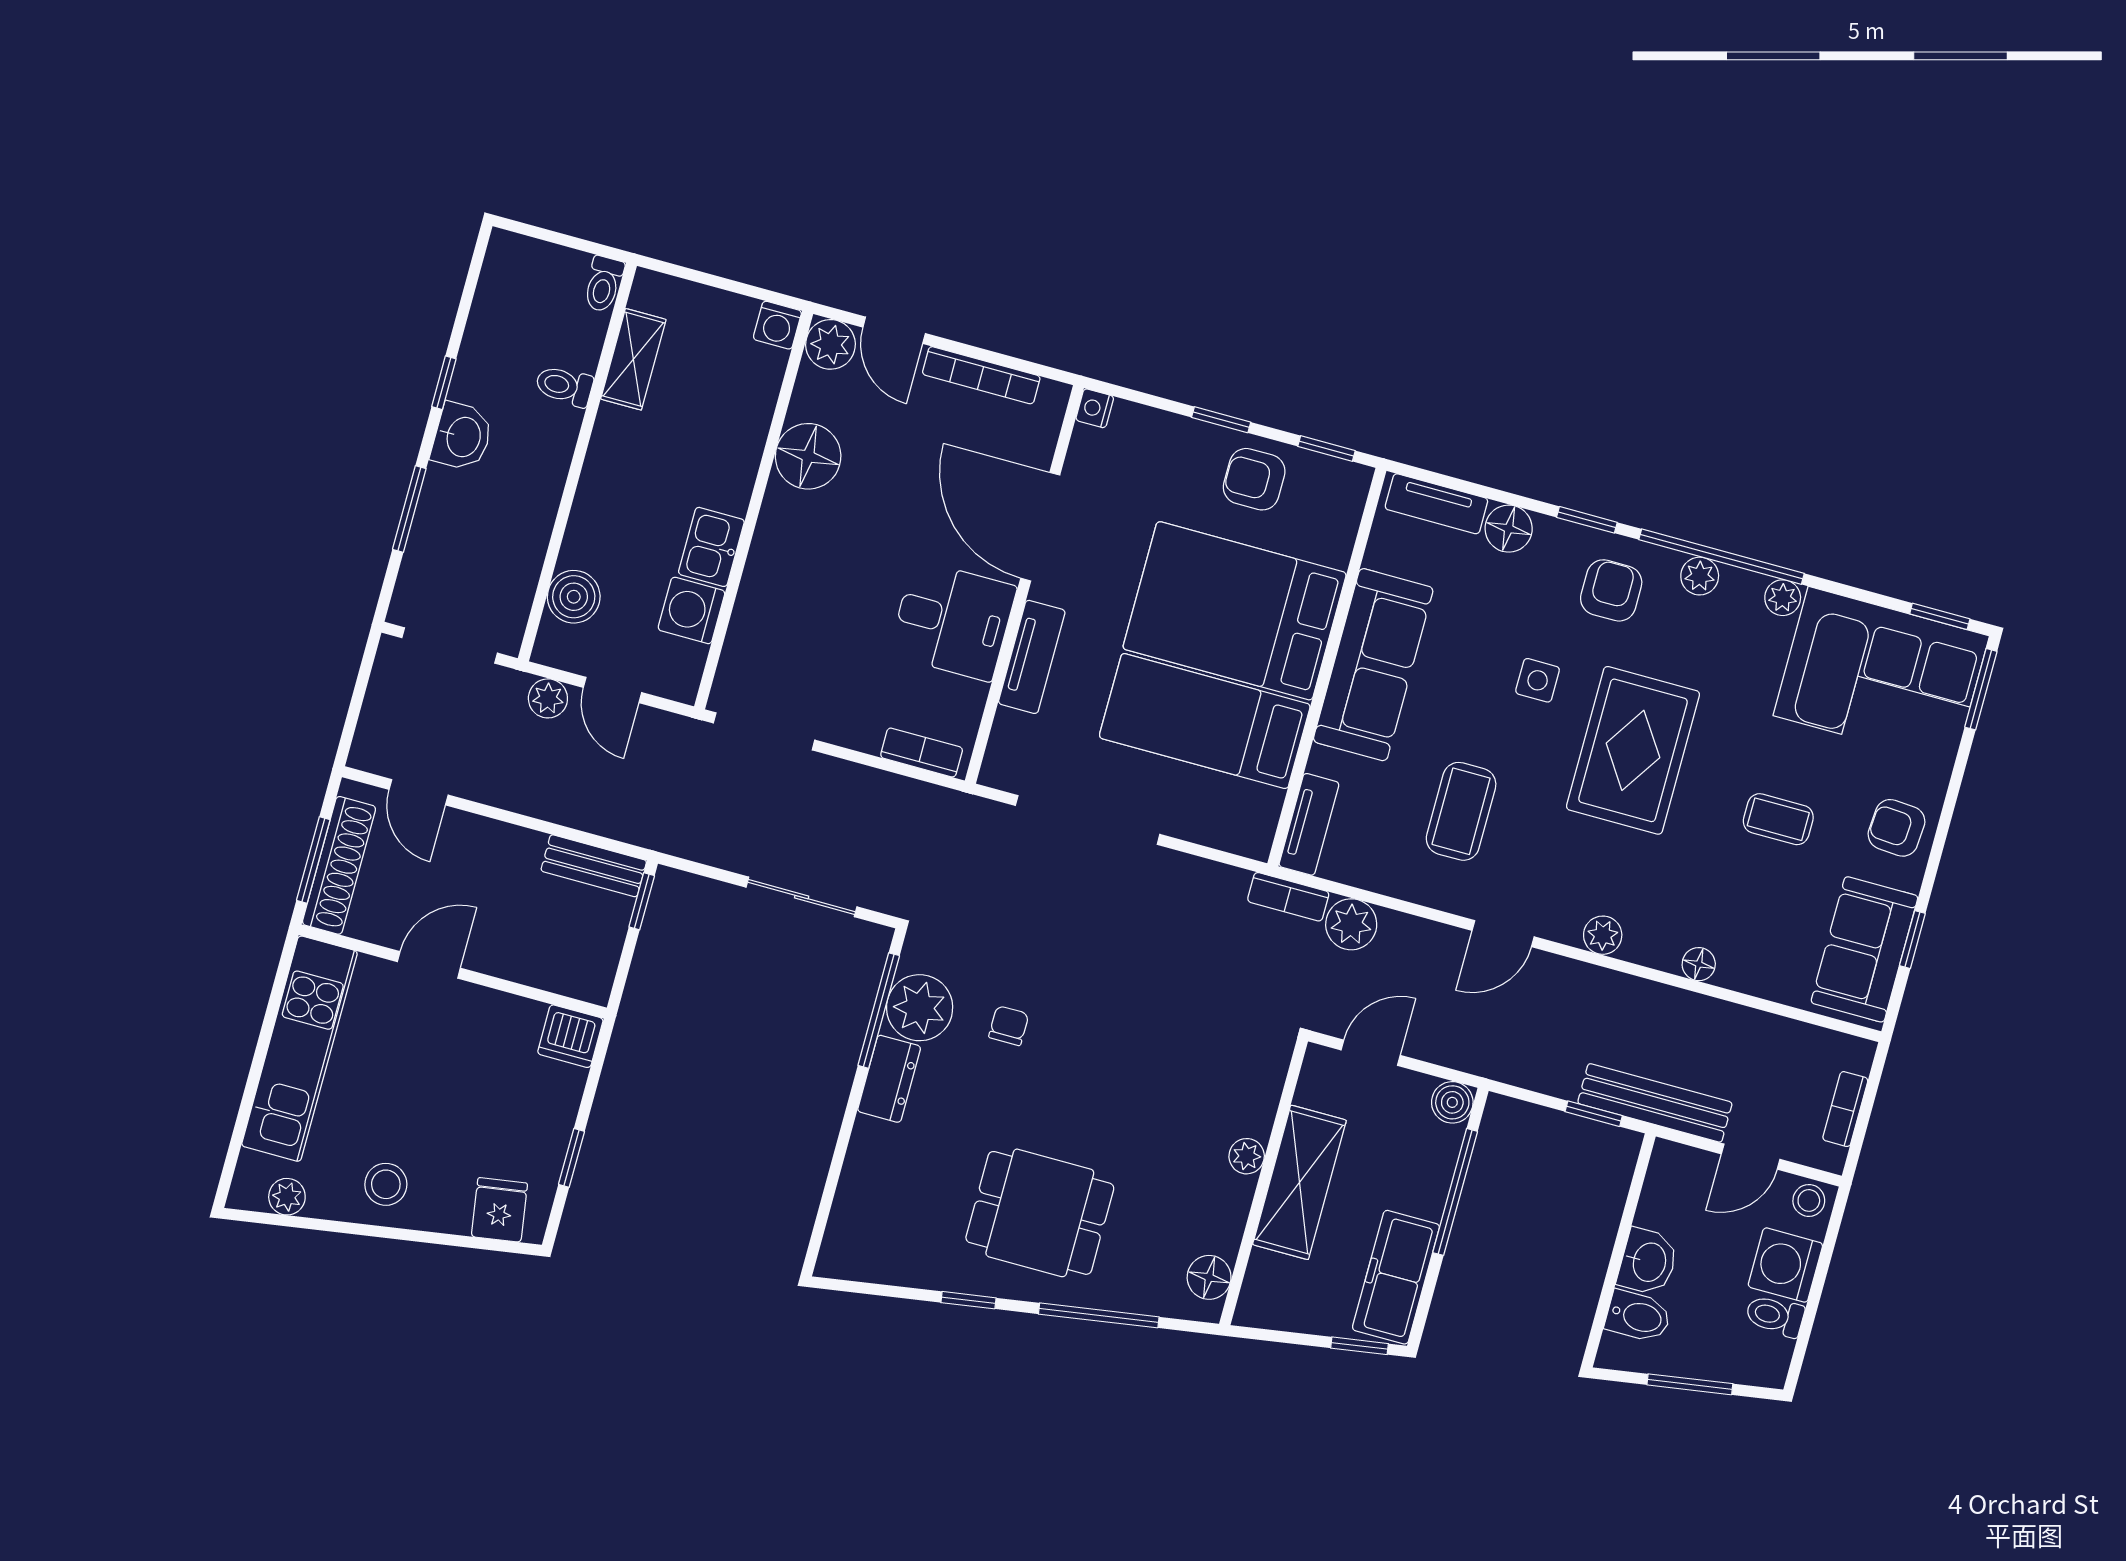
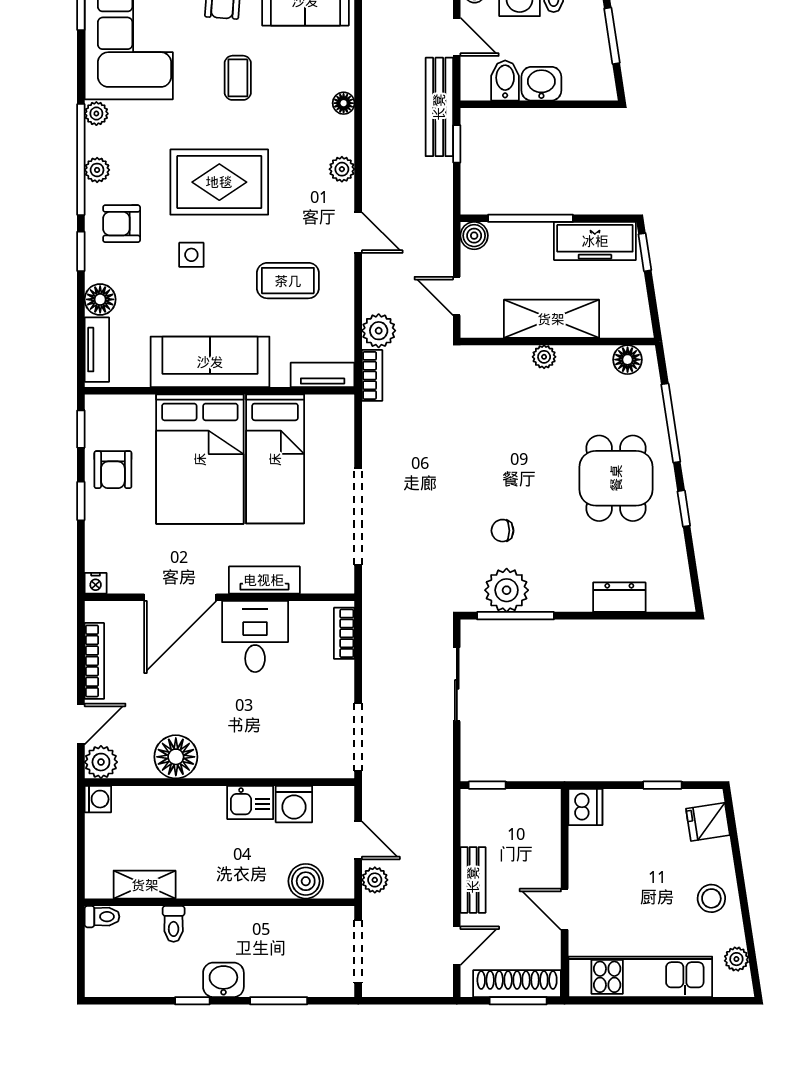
door: (612, 690) -> (358, 840), hinge flipped
bench: (594, 866) -> (473, 880), moved
dresser: (889, 1079) -> (619, 597), moved
bidet: (1638, 1316) -> (505, 80), moved

